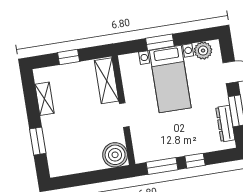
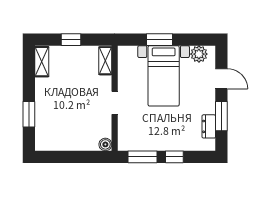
shelving: (107, 81) -> (105, 61), width x0.67, depth x0.75
shelving: (45, 99) -> (42, 62), moved
dresser: (225, 124) -> (209, 126), width x0.70
boiler: (115, 155) -> (105, 144), width x0.54, depth x0.54

